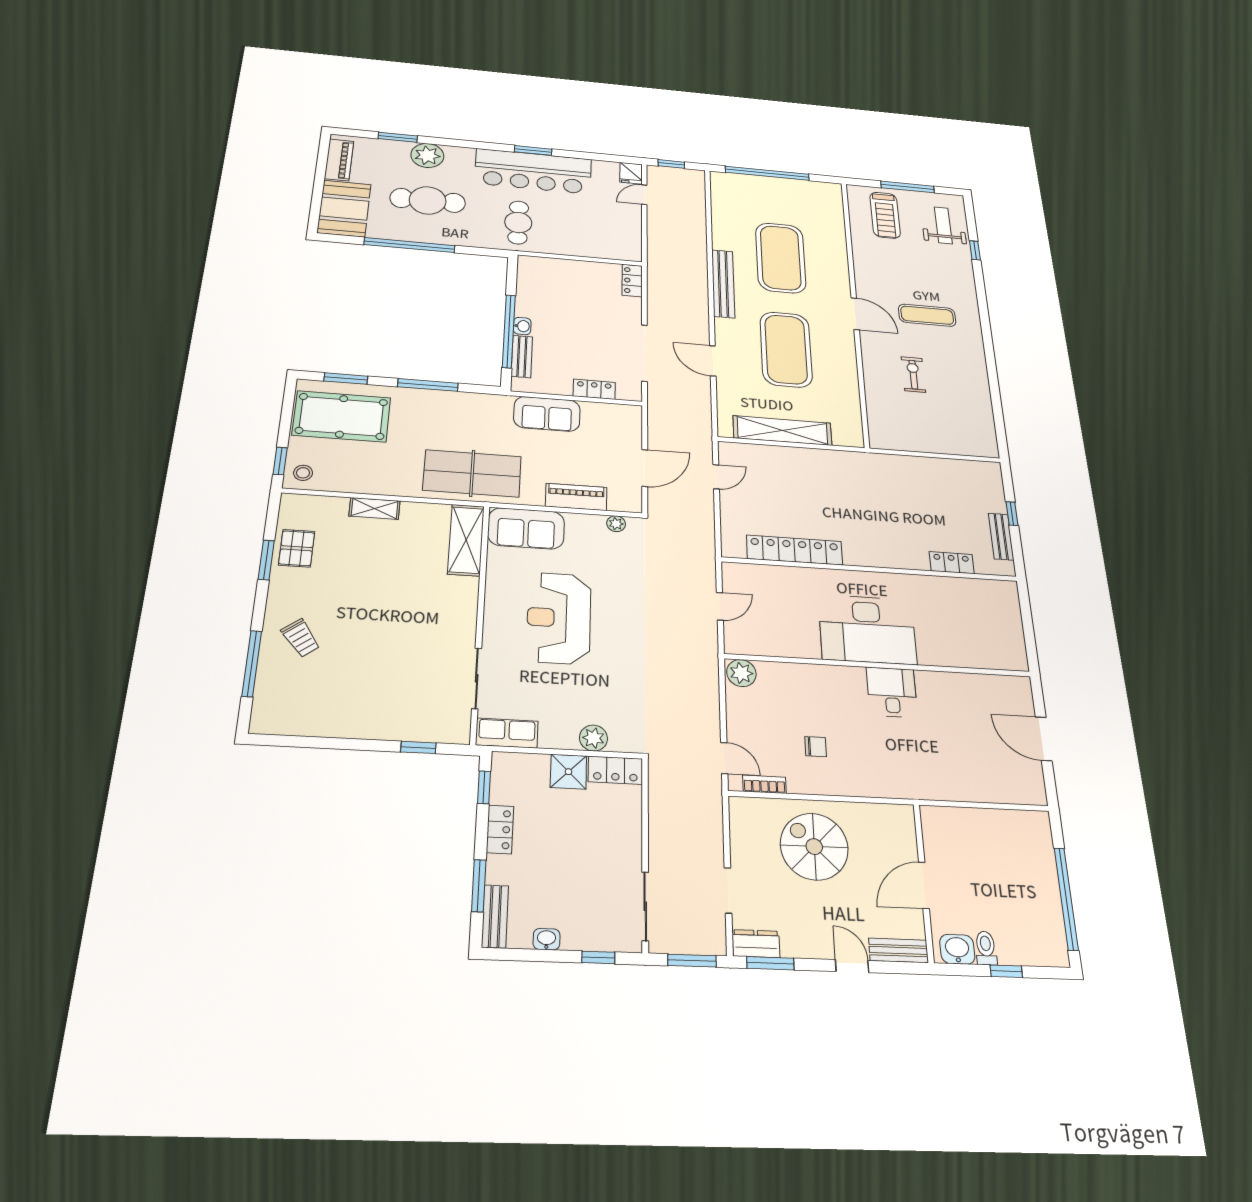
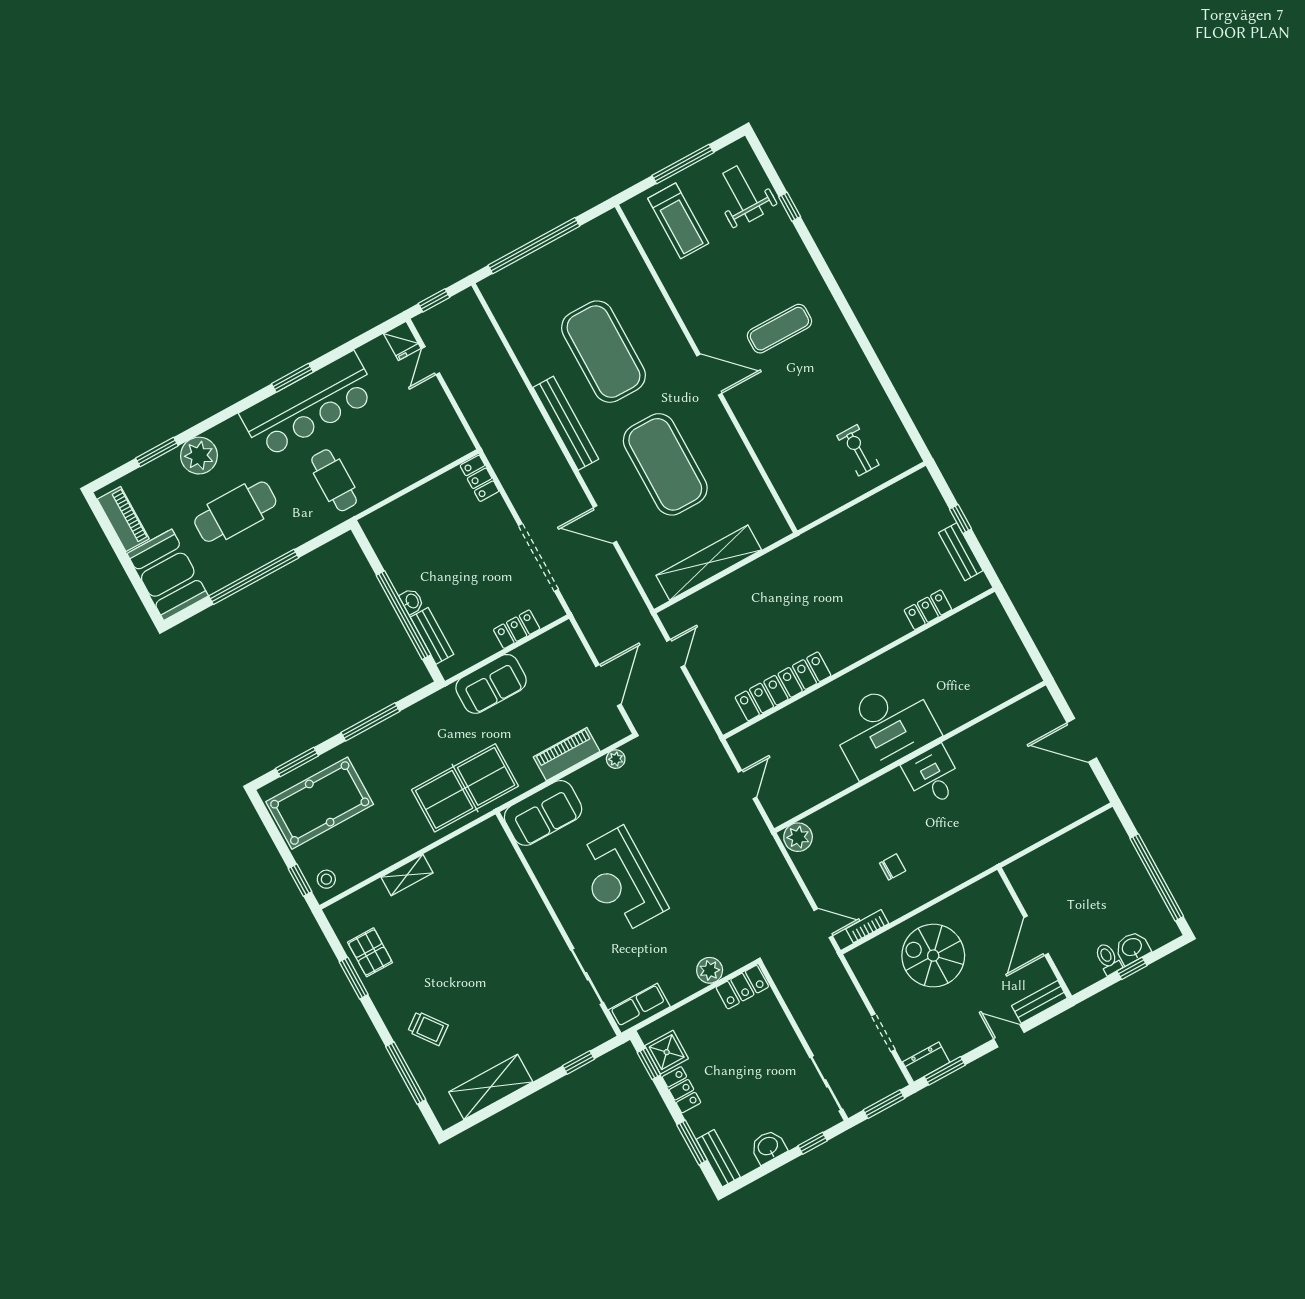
exercise bike: (913, 375) -> (858, 450), moved
shelving: (466, 540) -> (491, 1087), moved, turned 90
shower: (568, 772) -> (667, 1052), moved
washbasin: (547, 939) -> (768, 1147), width x1.38, depth x1.45
washbasin: (957, 949) -> (1132, 948), moved

